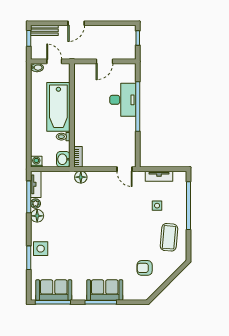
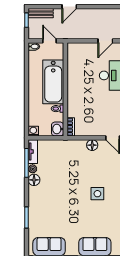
door: (104, 61) -> (105, 41), moved
floor lamp: (81, 177) -> (92, 145), moved
side table: (41, 249) -> (97, 194), moved

